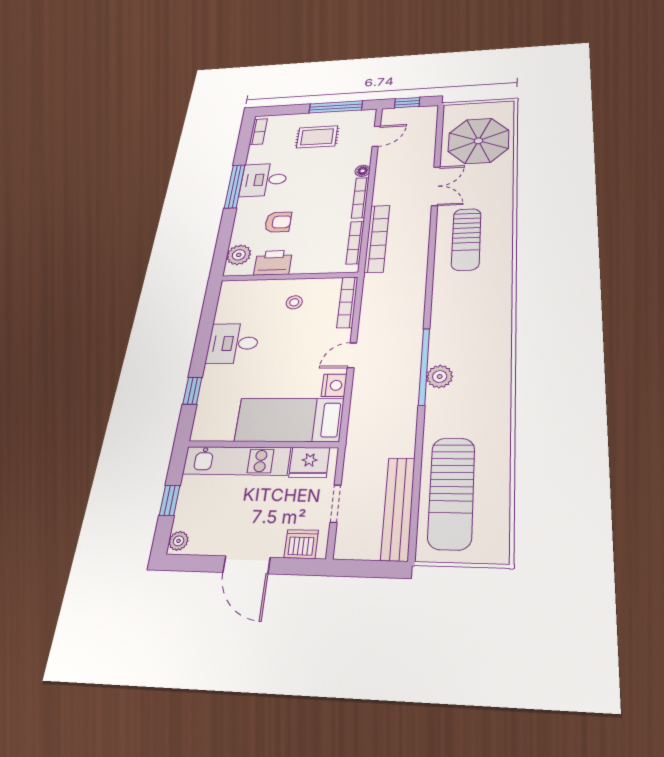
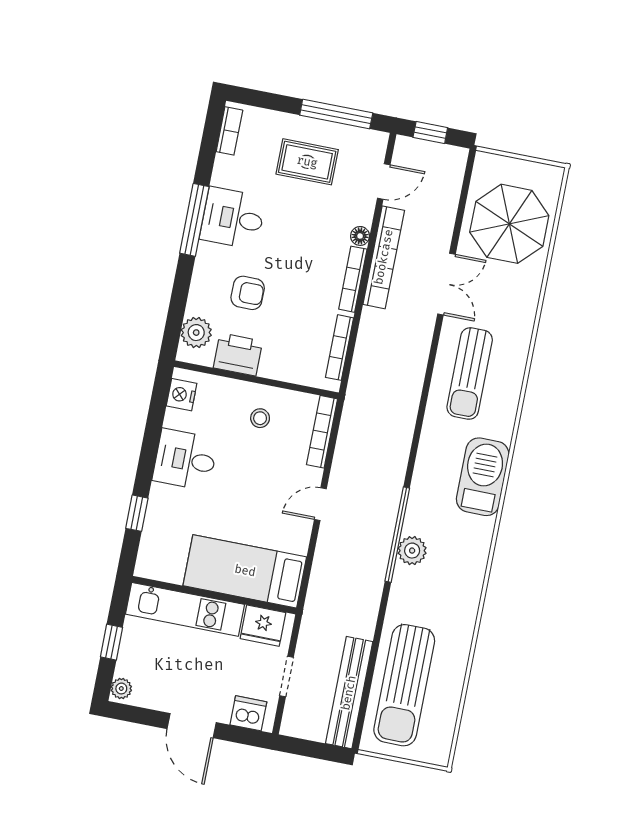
bookcase: (377, 238) -> (384, 257), moved
barbecue: (493, 309) -> (483, 477), added
nightstand: (334, 385) -> (182, 395), moved, turned 180

